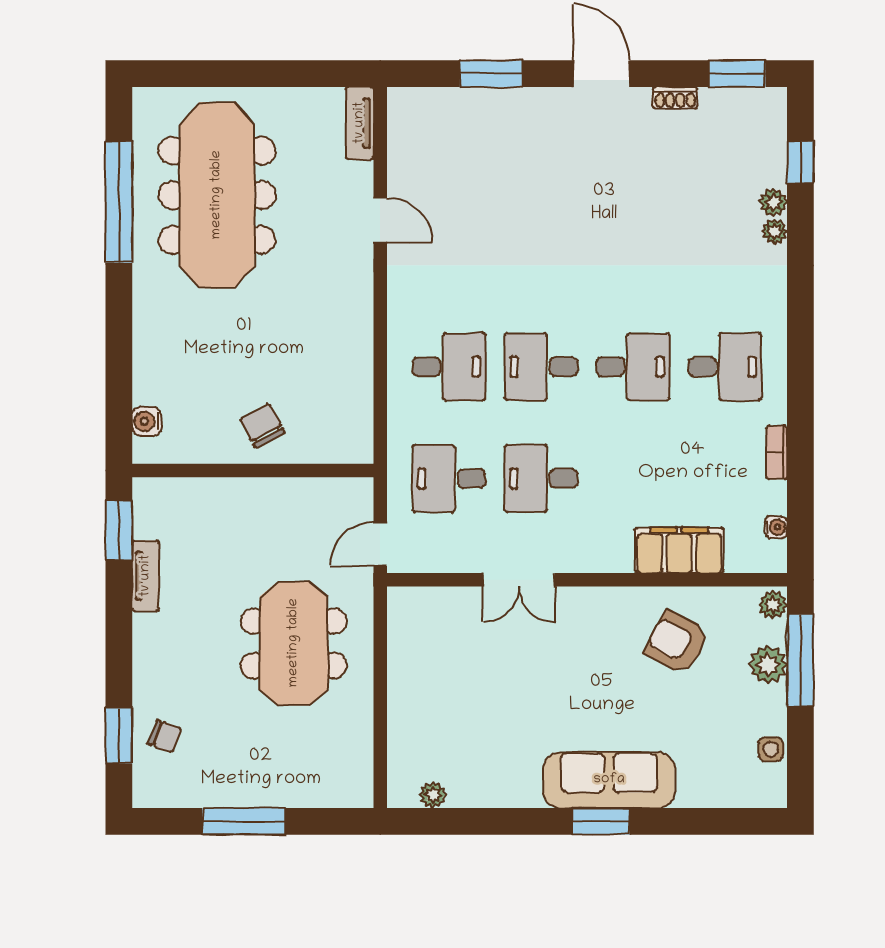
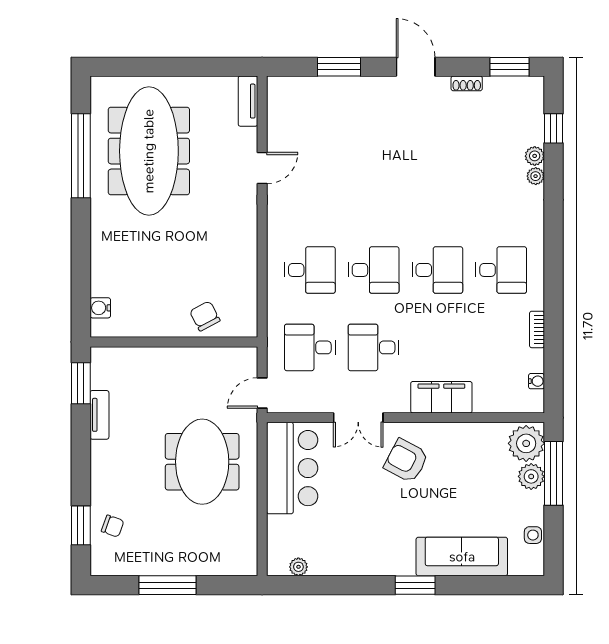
door: (380, 220) -> (262, 168), hinge flipped
desk: (541, 367) -> (374, 270), turned 180
chair: (262, 426) -> (205, 316), moved
filing cabinet: (679, 550) -> (441, 397), moved
plant: (773, 605) -> (526, 443), width x1.87, depth x1.87
armchair: (677, 642) -> (406, 461), moved
bar counter: (424, 652) -> (292, 468), added
sofa: (609, 780) -> (462, 557), moved

